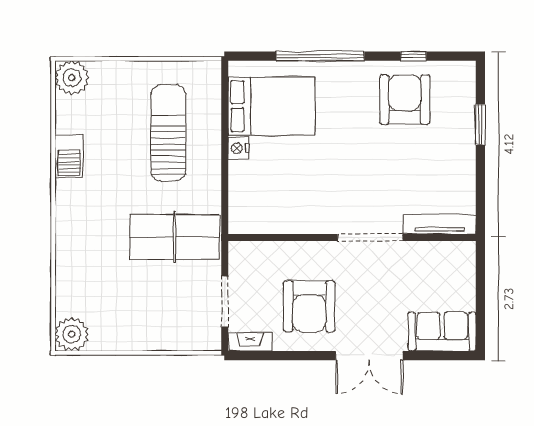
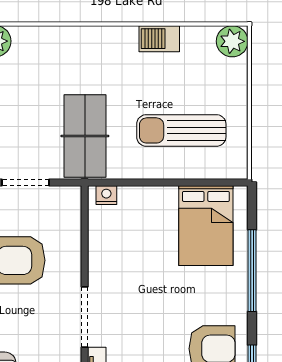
sun lounger: (168, 133) -> (181, 130), turned 180
nightstand: (238, 148) -> (106, 195), moved

